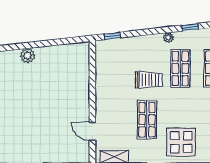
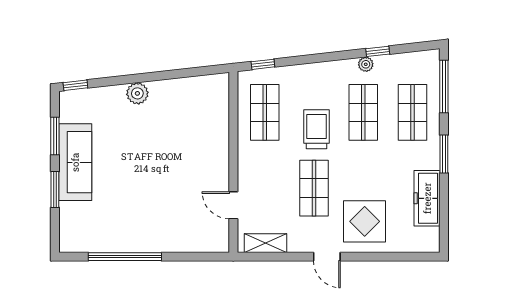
plant: (168, 37) -> (366, 64), moved
shop shelf: (114, 68) -> (265, 112), added
trolley: (149, 80) -> (317, 129), turned -90

